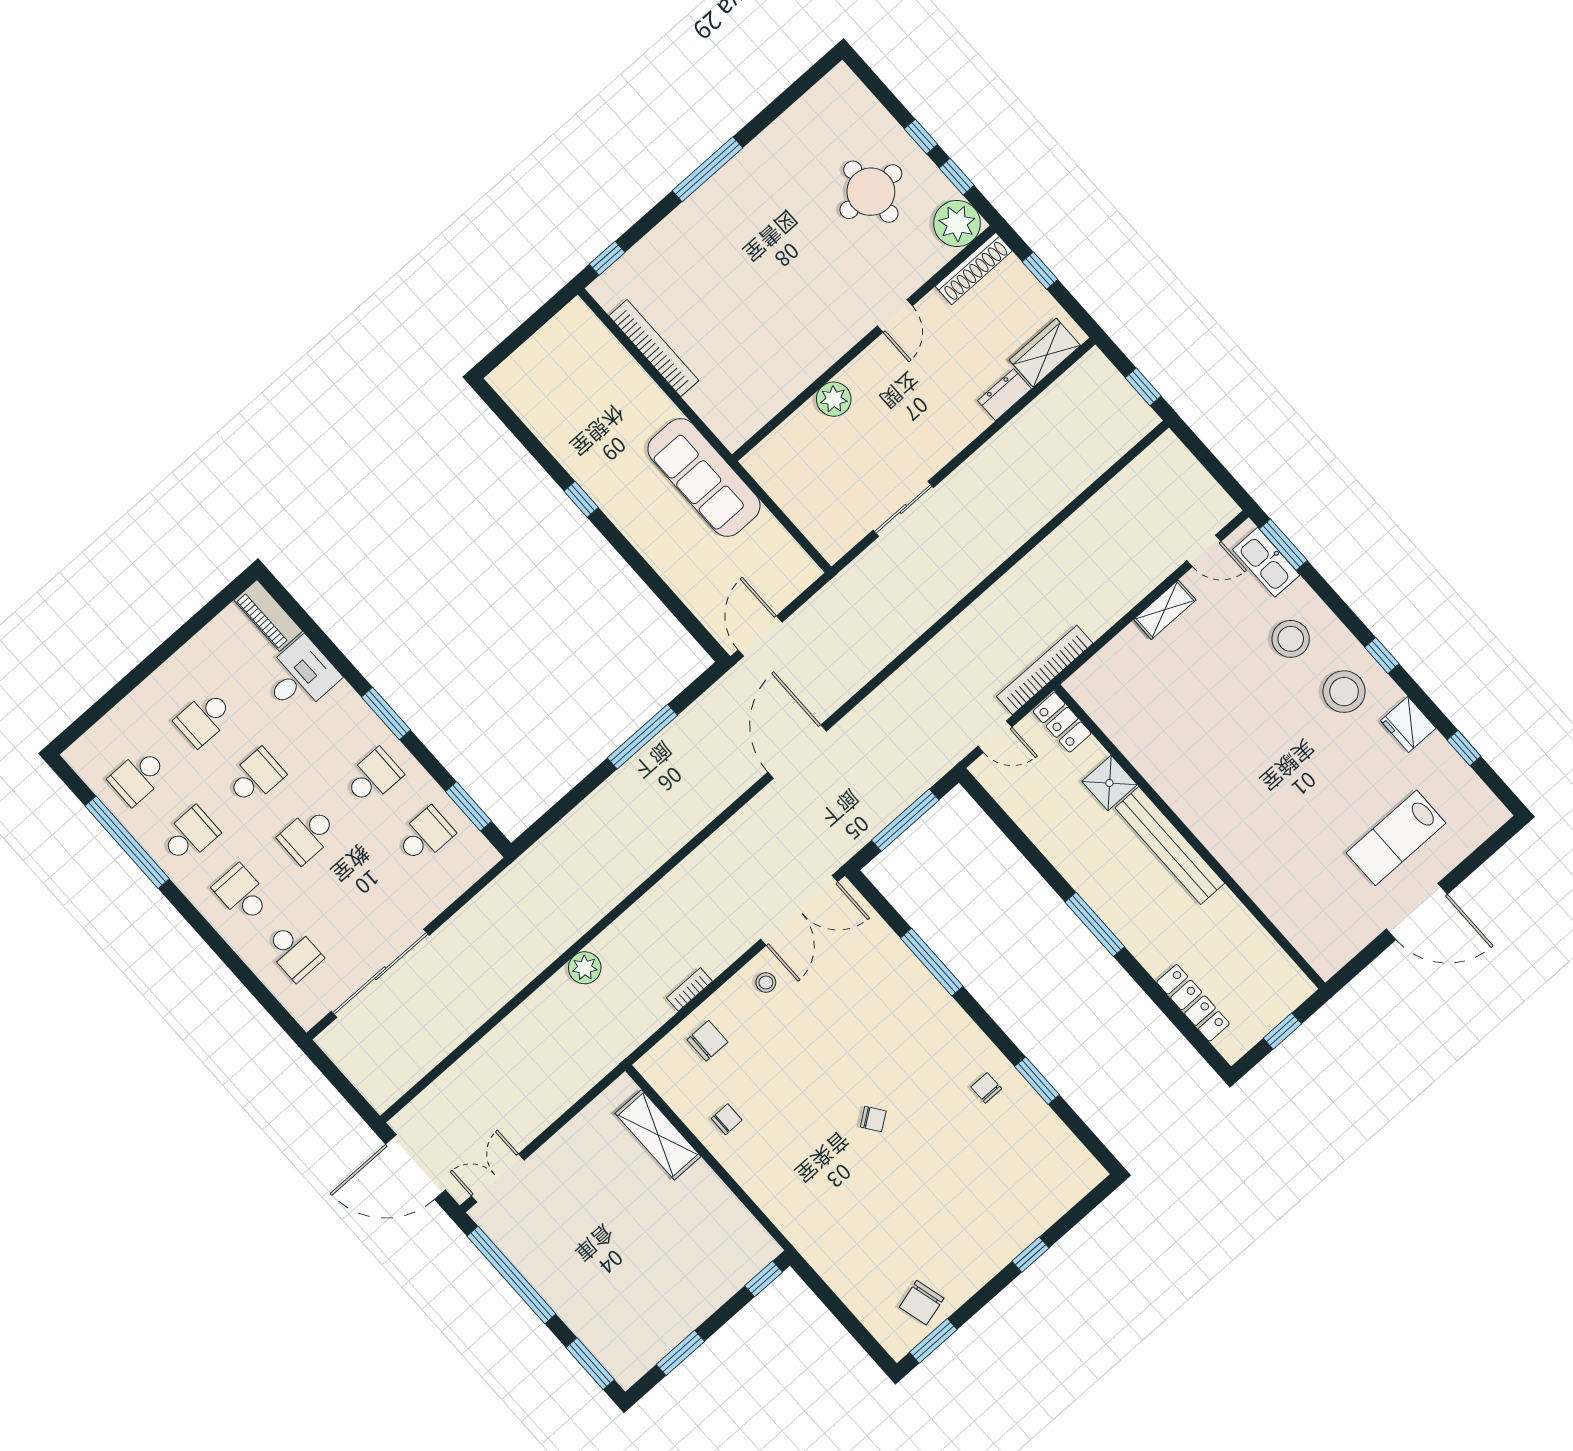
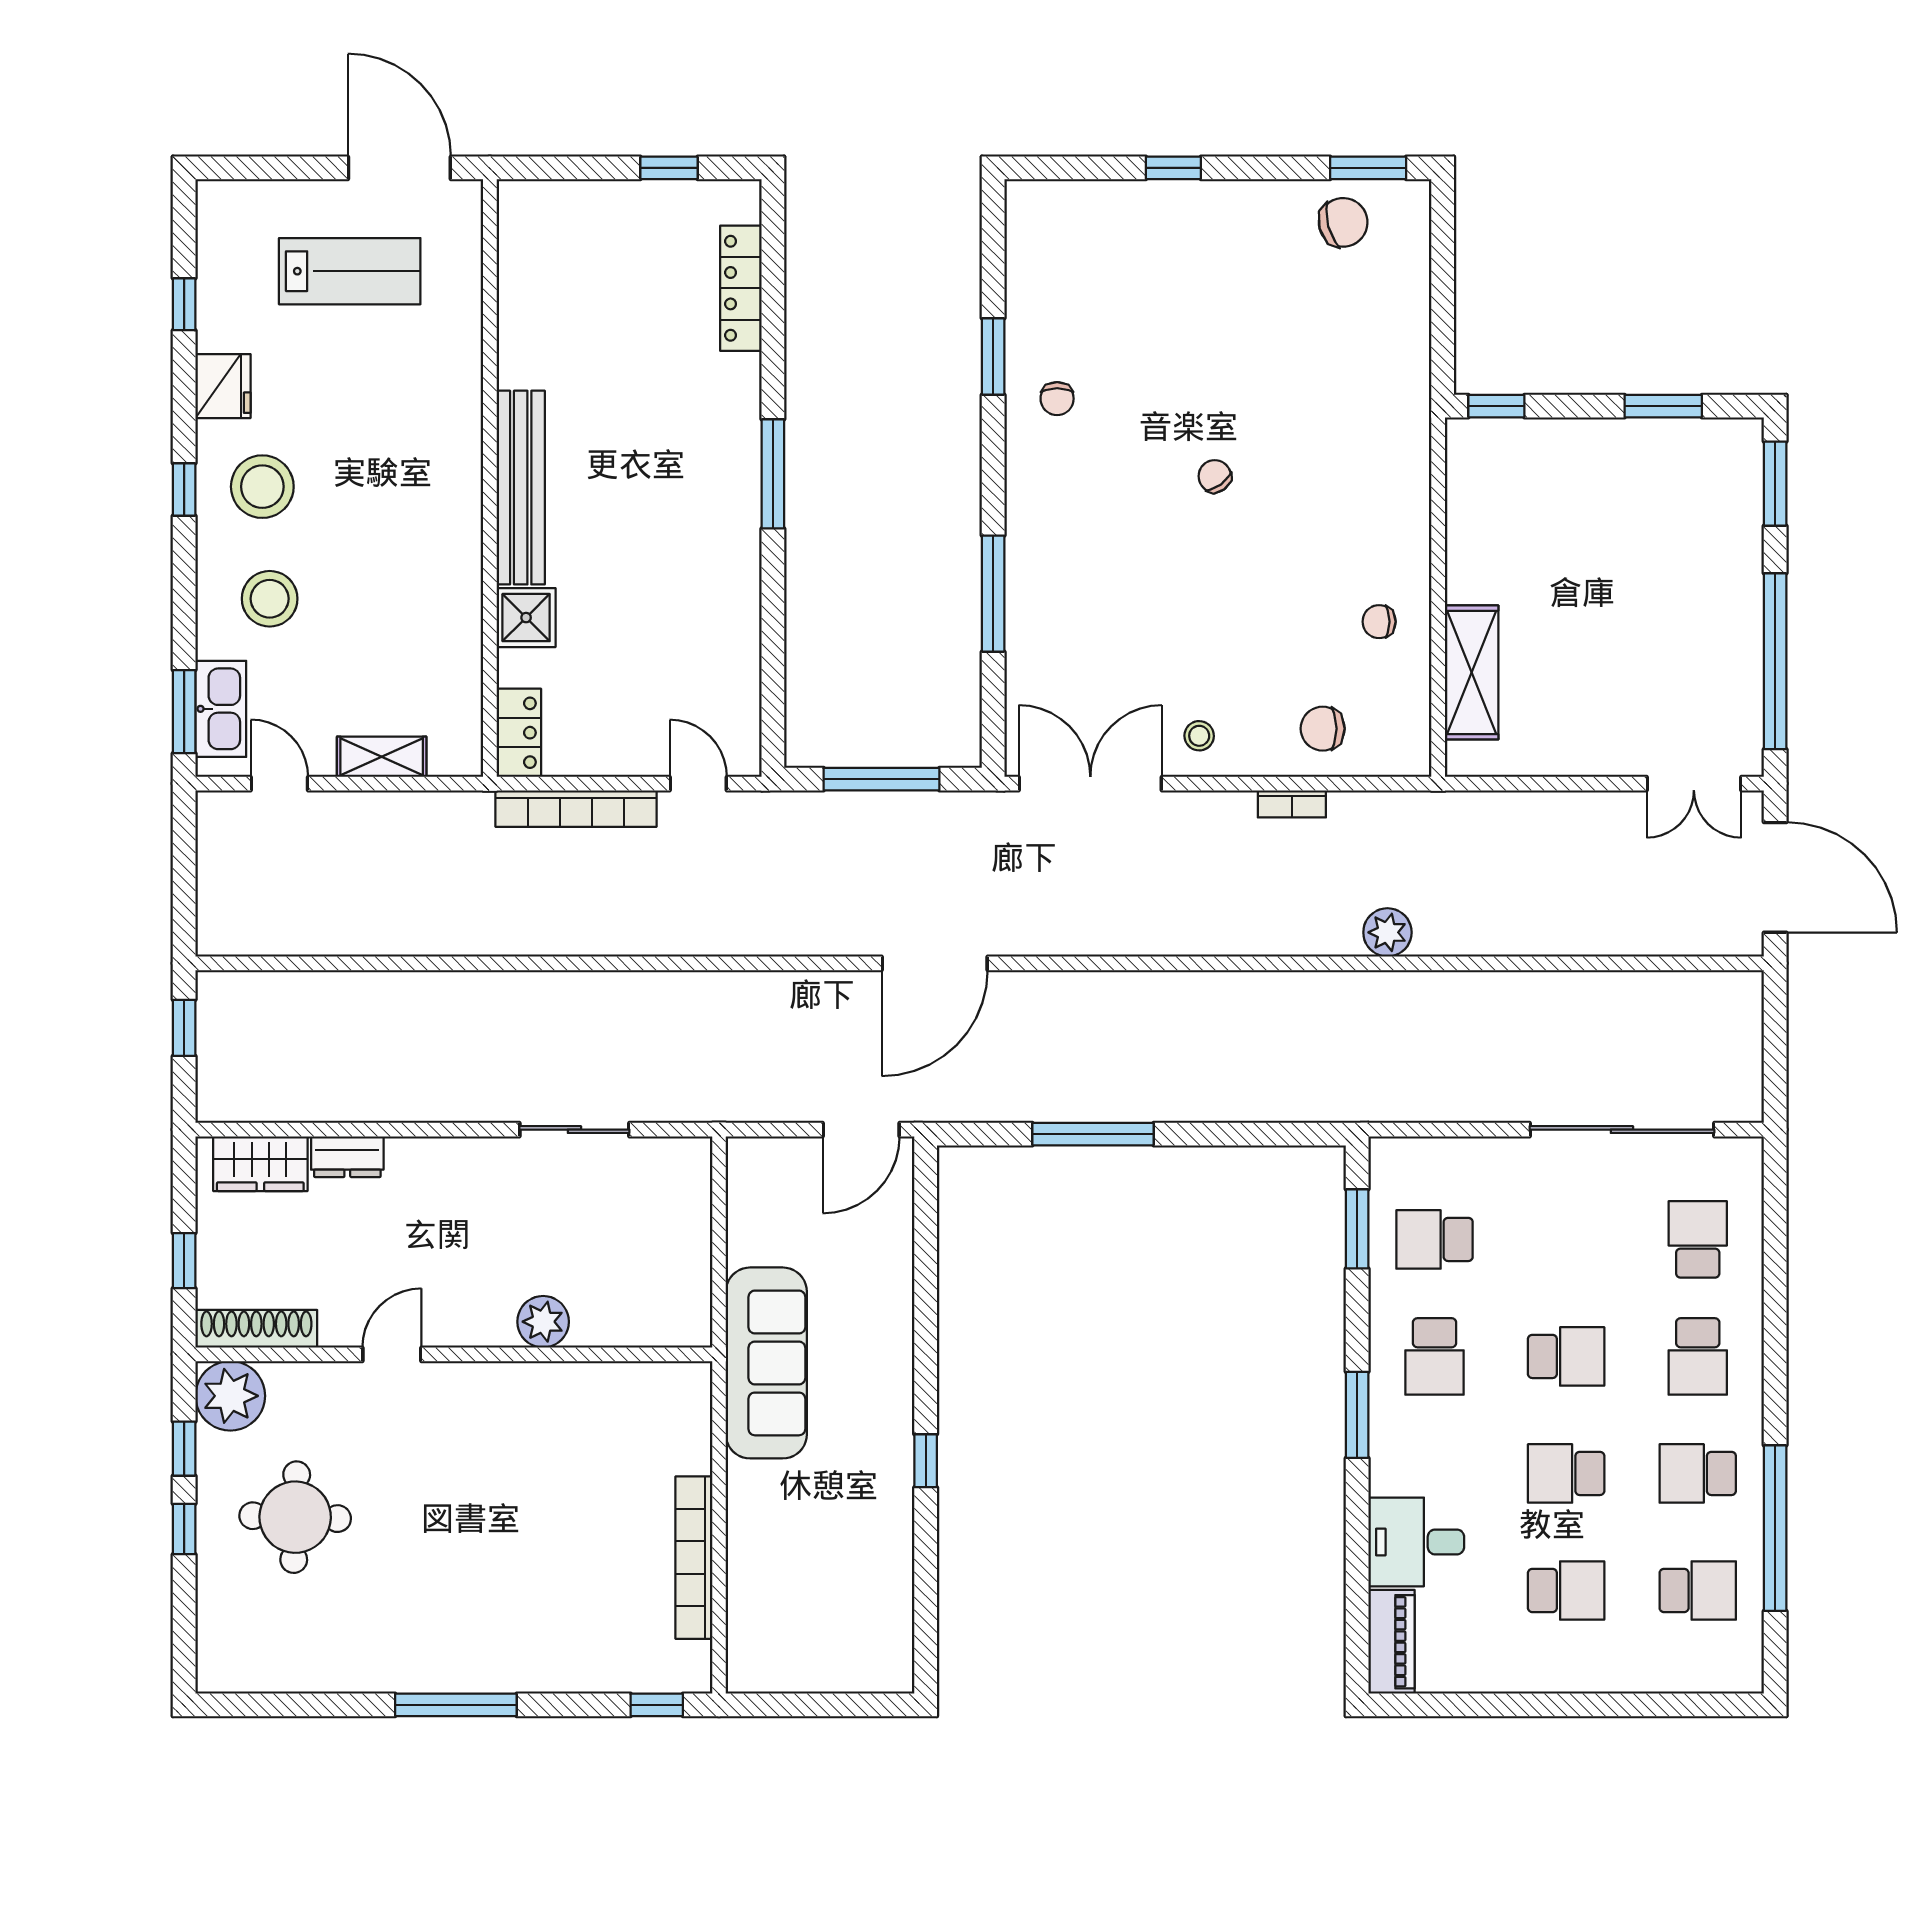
locker: (1062, 722) -> (519, 733), moved
school desk: (373, 777) -> (1435, 1356), turned -90
shower: (1109, 783) -> (526, 618), moved
wall: (1189, 837) -> (490, 478), moved
bench: (1170, 845) -> (521, 488), moved

